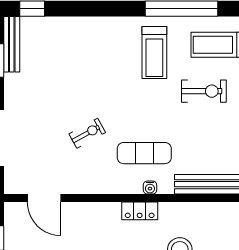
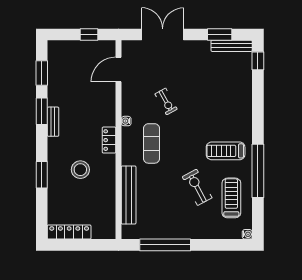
exercise bike: (204, 91) -> (197, 187), turned 152
water cooler: (150, 188) -> (126, 121), moved

